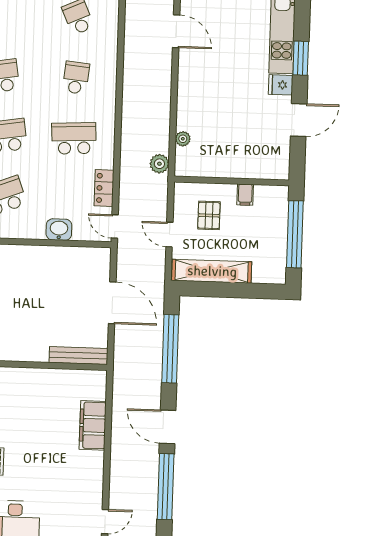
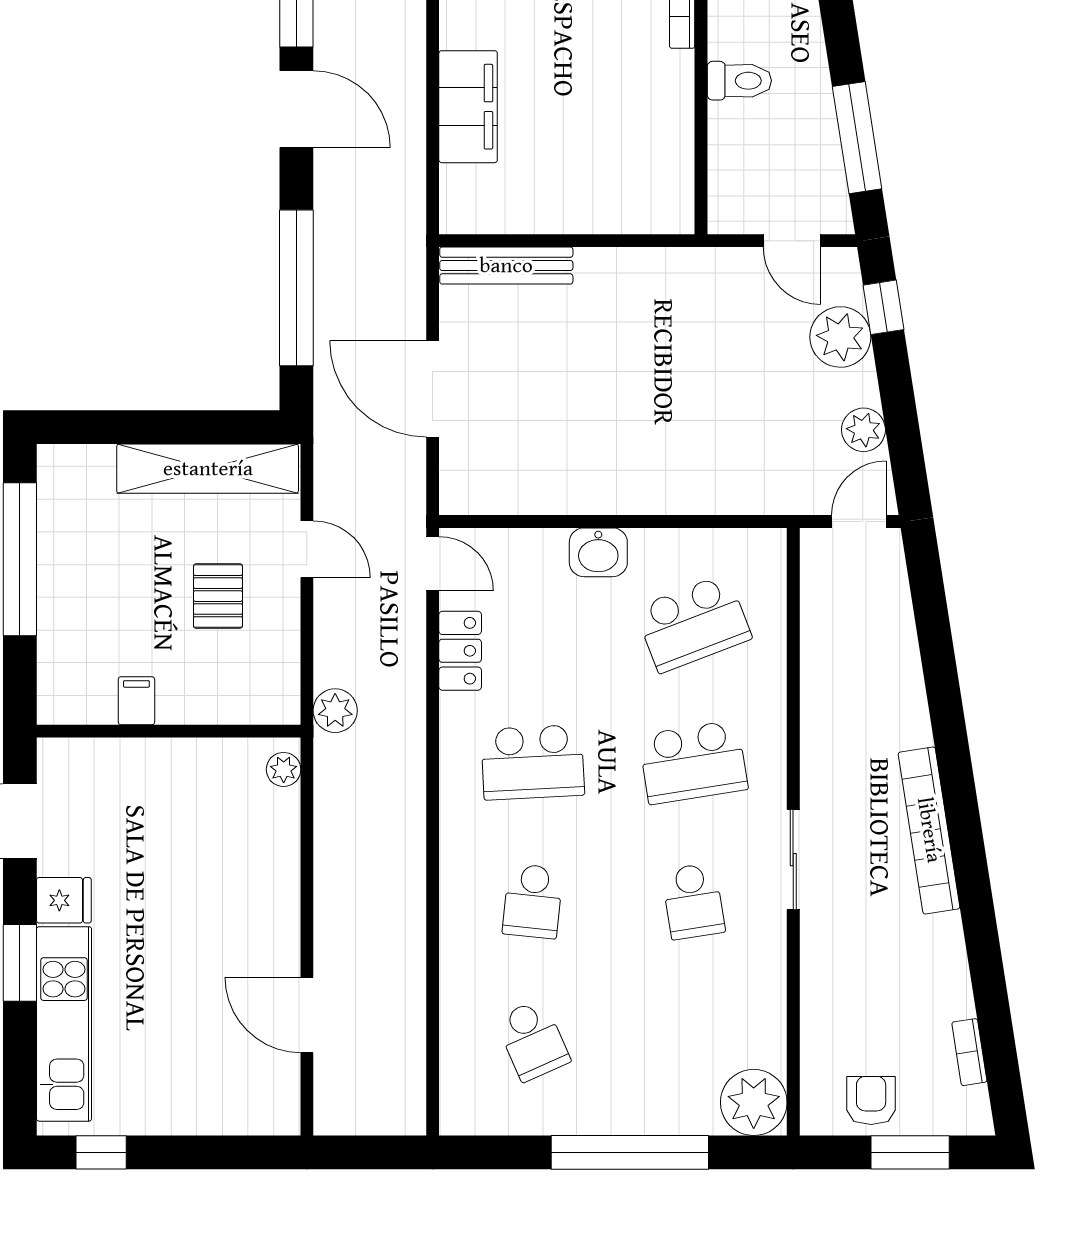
wall: (232, 181) -> (169, 731), moved
filing cabinet: (245, 195) -> (136, 701), moved
washbasin: (59, 230) -> (598, 552), moved

